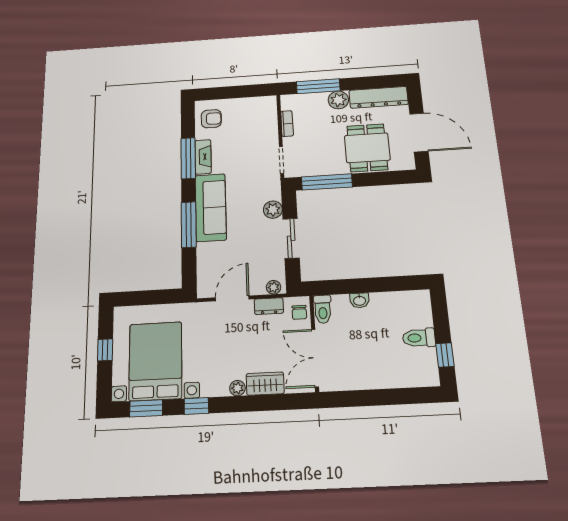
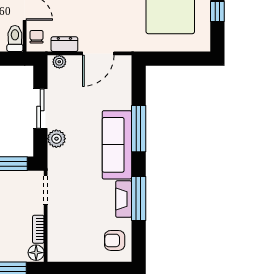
floor lamp: (288, 103) -> (36, 253), added

